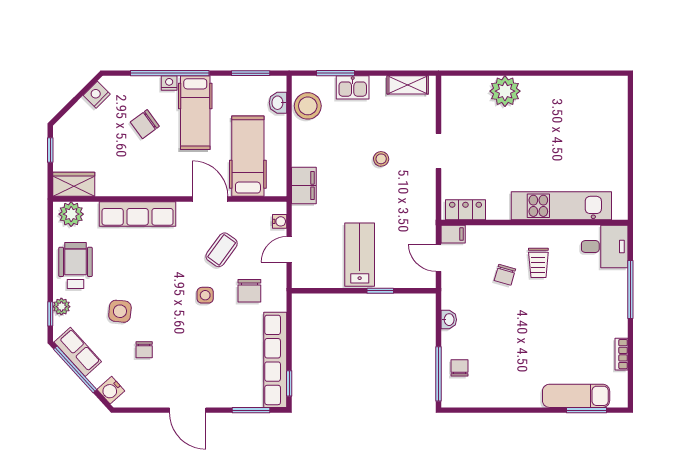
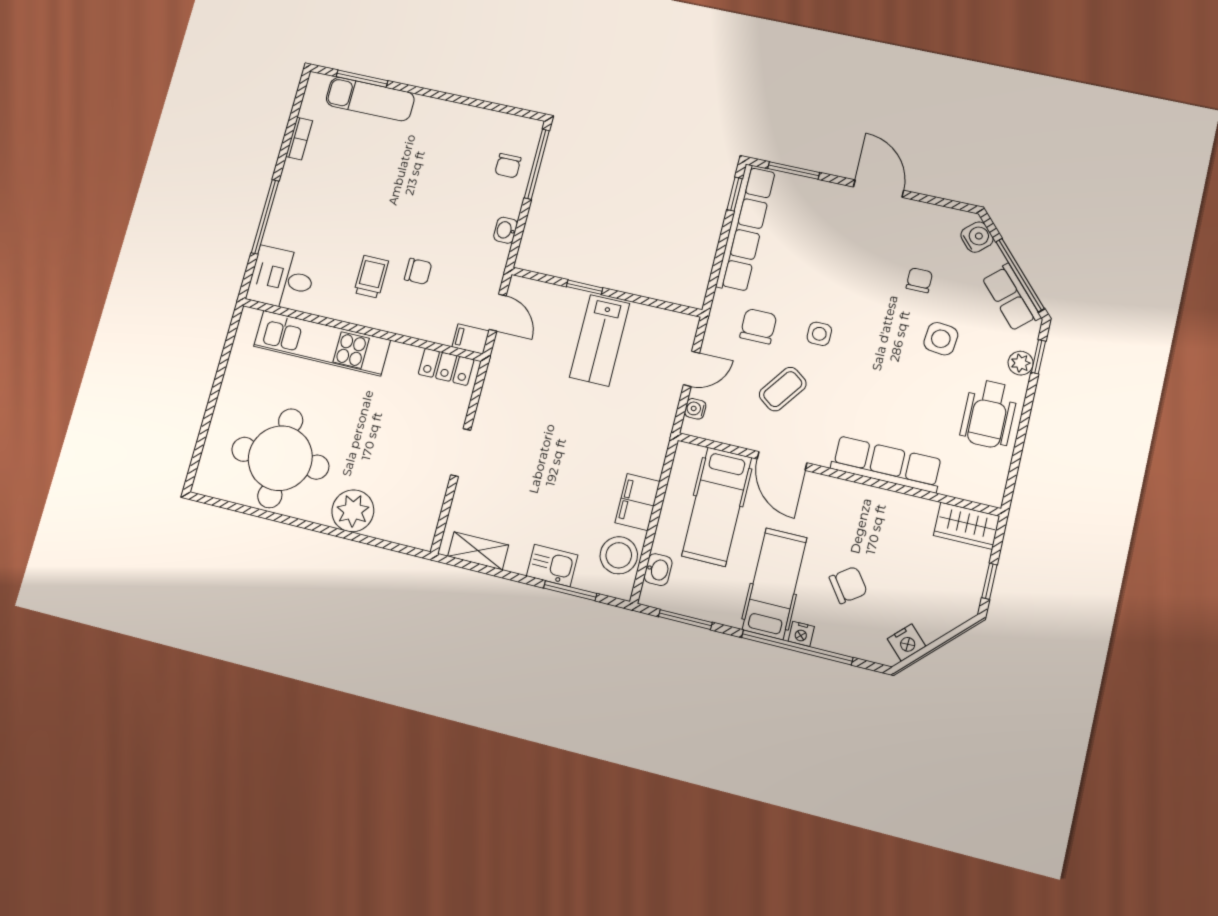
round table: (568, 116) -> (280, 458), added
stool: (381, 159) -> (539, 460), removed
filing cabinet: (304, 186) -> (638, 502), moved
plant: (71, 214) -> (979, 486), removed
chair: (505, 275) -> (418, 271), turned 74

